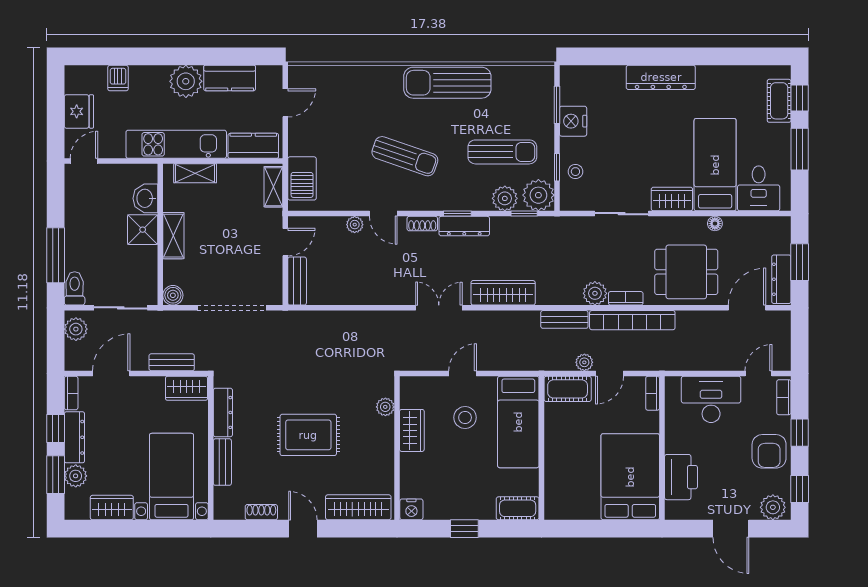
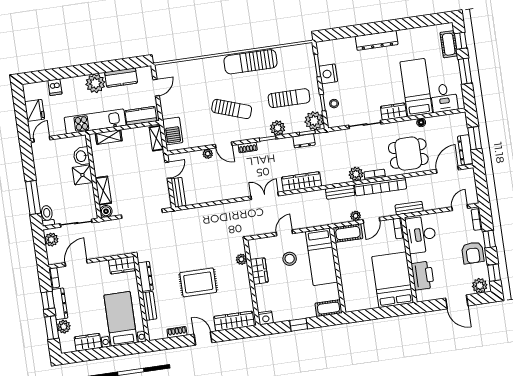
plant: (505, 198) -> (278, 128), moved
dresser: (464, 226) -> (304, 141), moved, width x0.70
shelving: (173, 236) -> (103, 191), moved
bench: (172, 362) -> (409, 208), moved
desk: (711, 399) -> (421, 235), moved, turned -90

